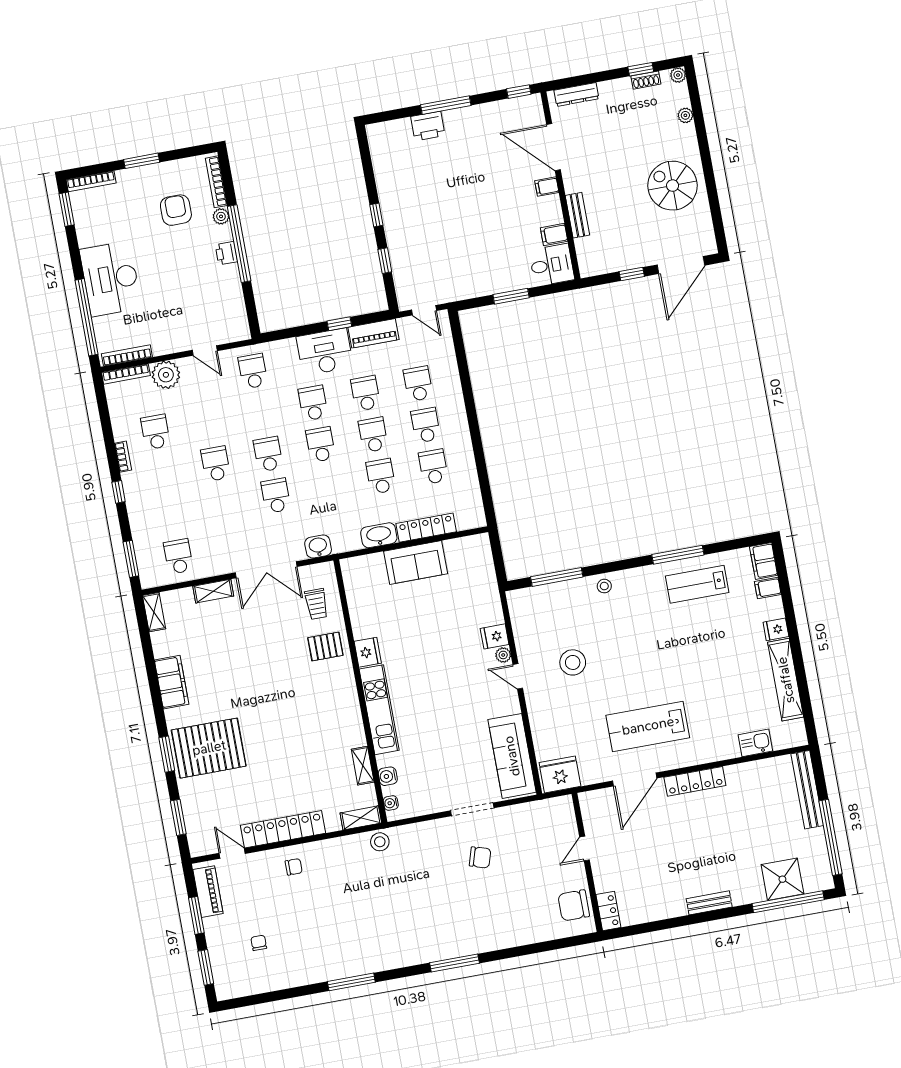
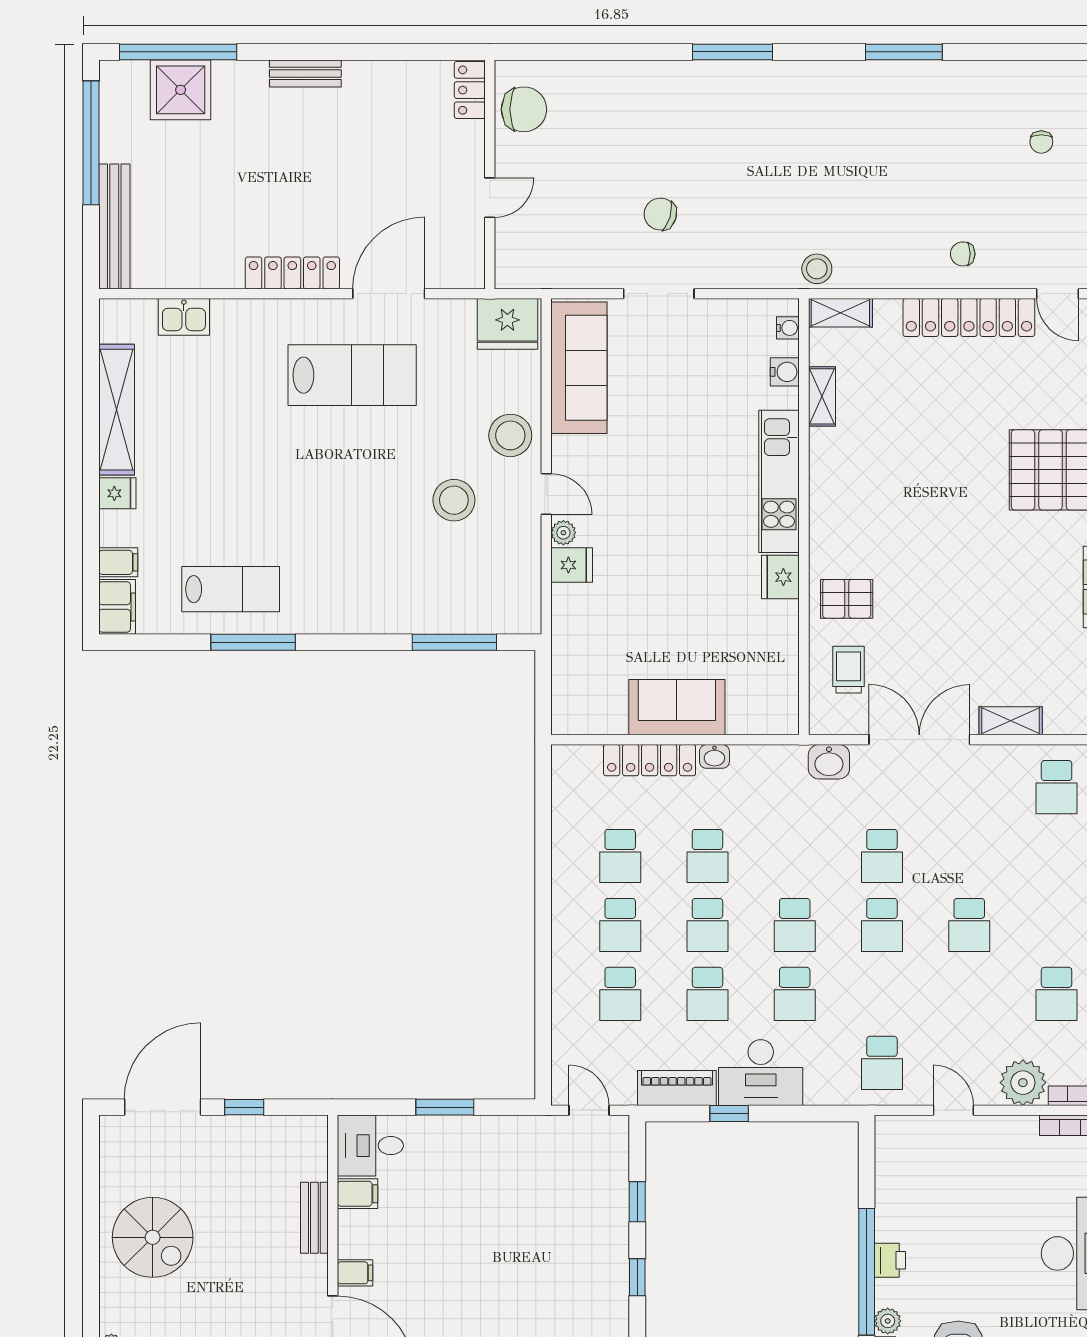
washbasin: (379, 535) -> (714, 756), width x0.52, depth x0.69
stool: (604, 586) -> (510, 435), moved, width x1.89, depth x1.89

